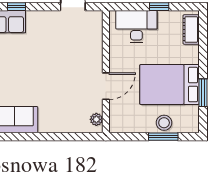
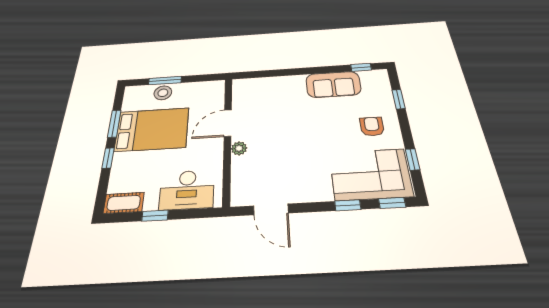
cot: (191, 29) -> (124, 203), moved, turned 90
window: (203, 59) -> (108, 158), added
plant: (96, 119) -> (239, 148), moved

